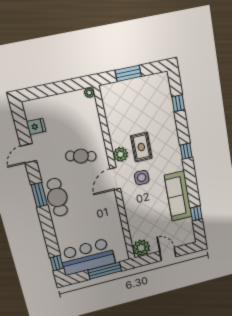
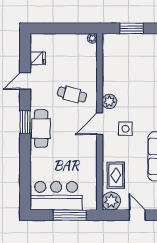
rug: (141, 147) -> (116, 175), moved
window: (57, 263) -> (25, 194), removed

